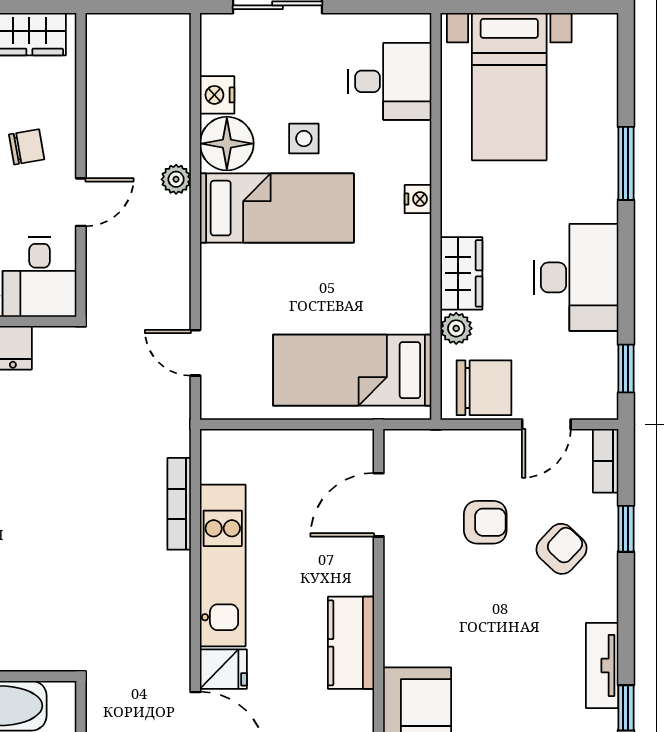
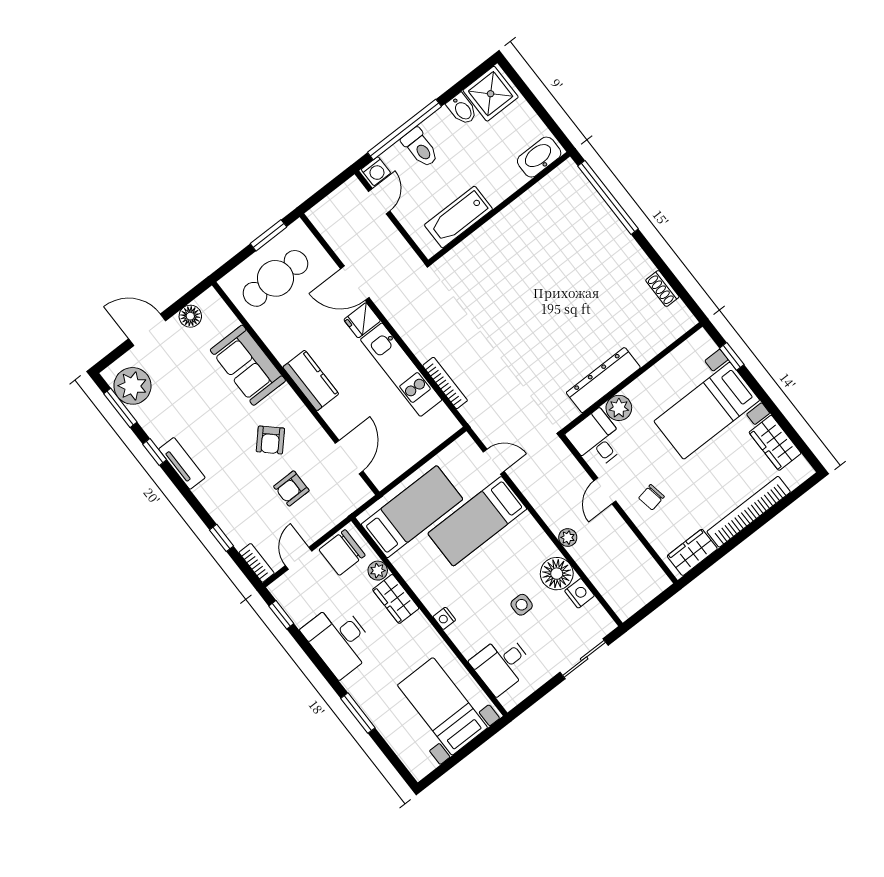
bed: (277, 208) -> (477, 521), moved
armchair: (561, 549) -> (270, 440), moved

